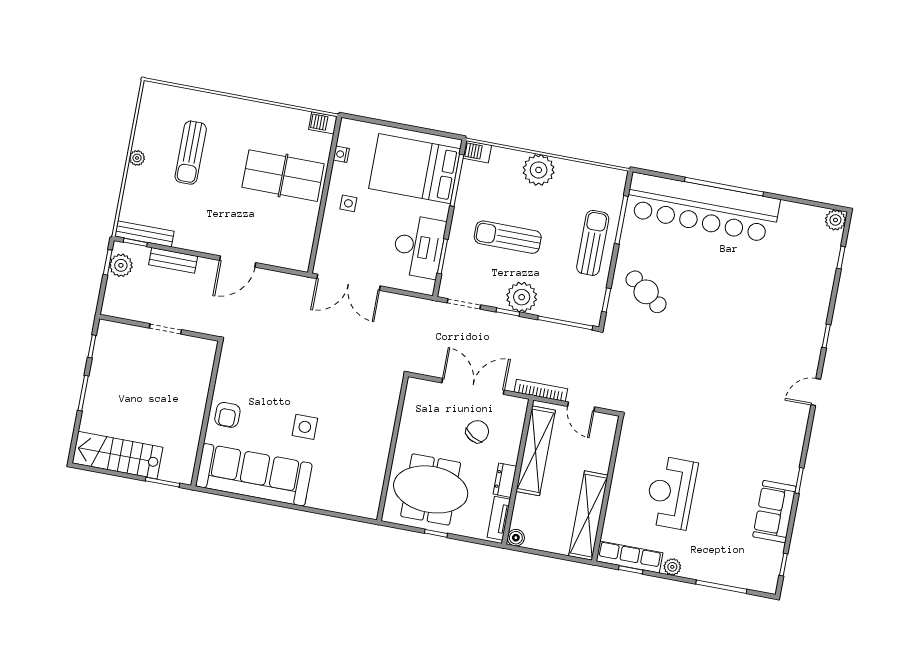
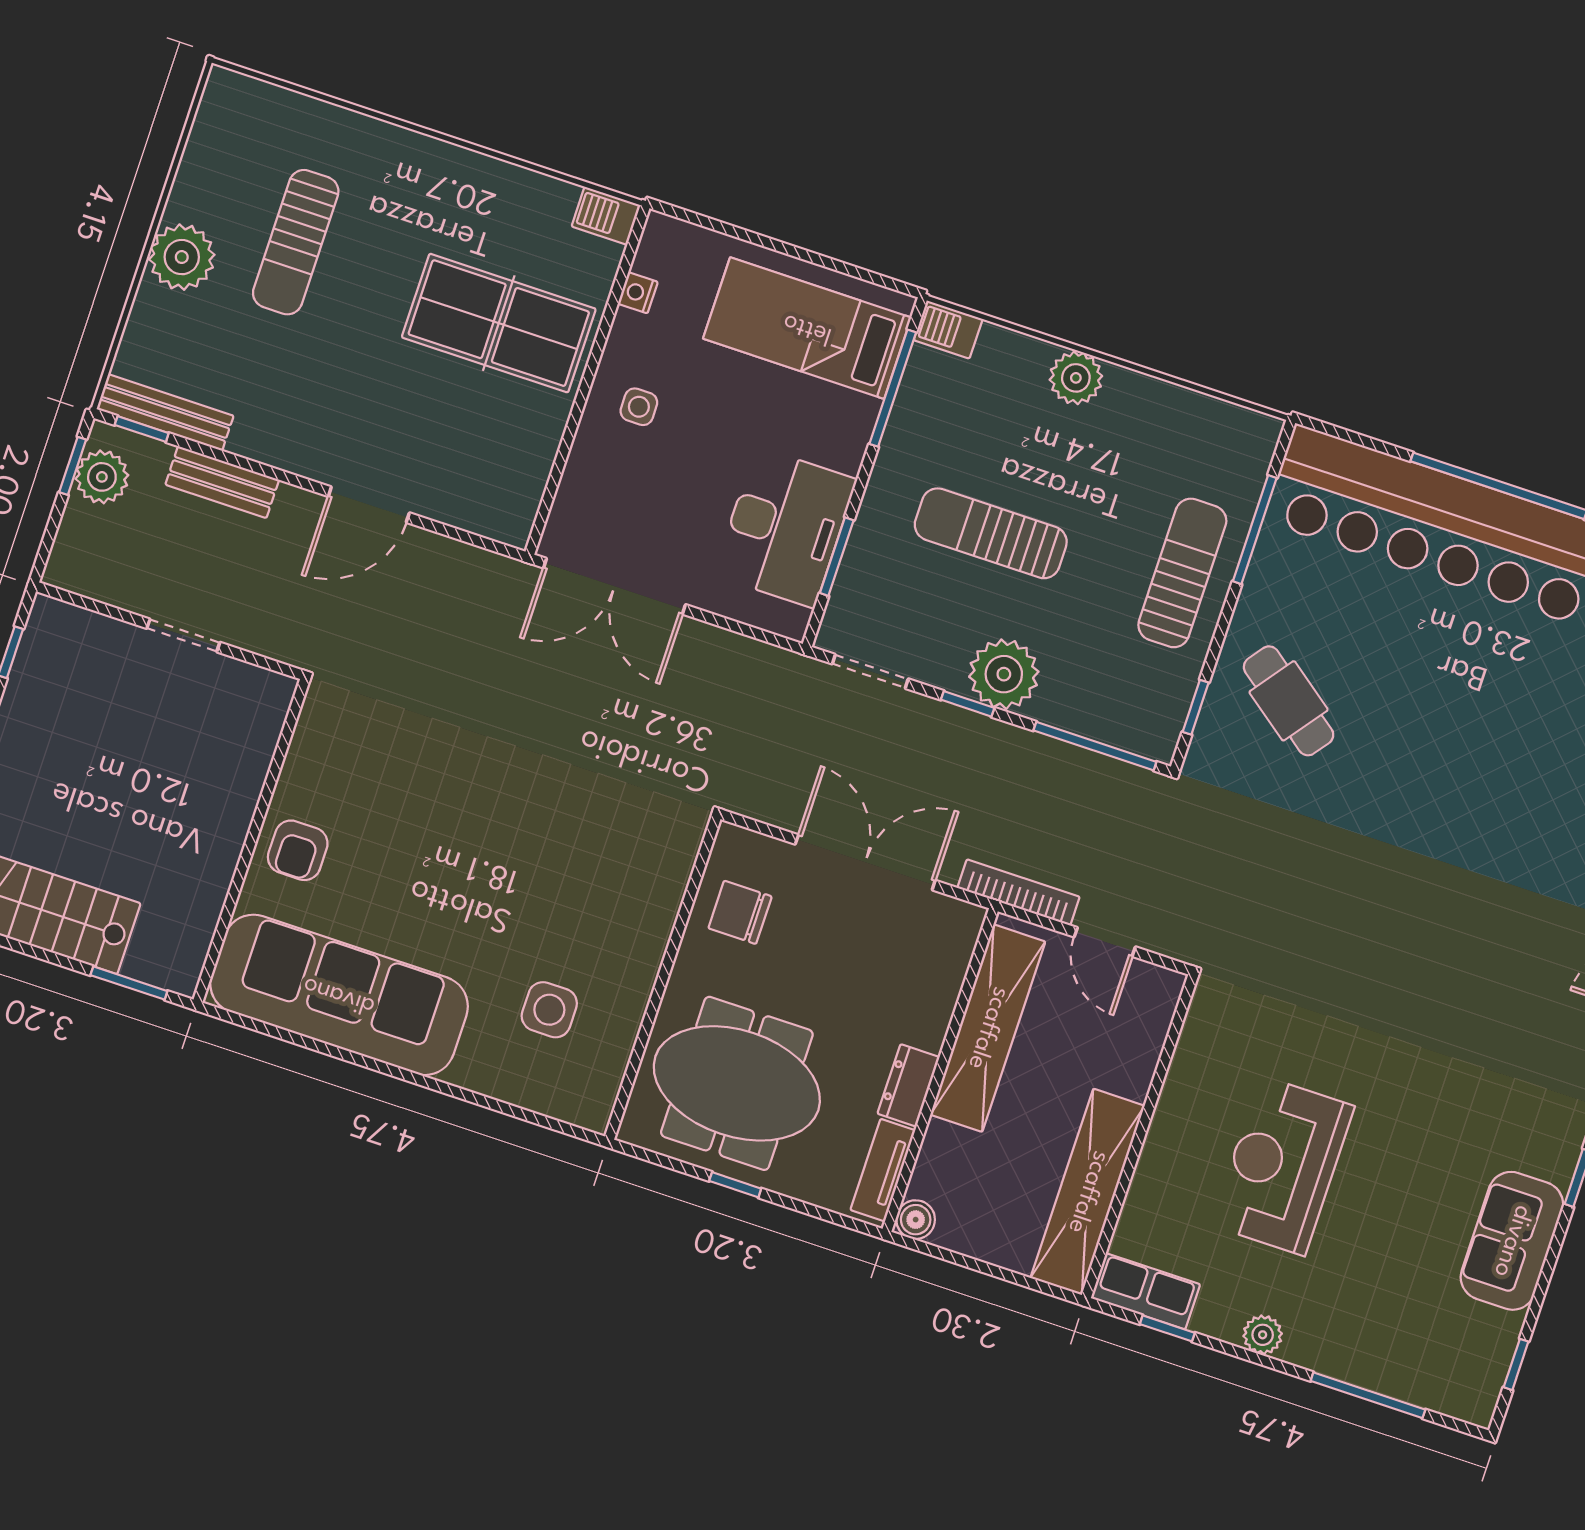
plant: (137, 158) -> (182, 257), width x1.88, depth x1.88
bed: (415, 169) -> (807, 328), width x0.67
plant: (539, 170) -> (1076, 378), width x0.73, depth x0.73
side table: (305, 427) -> (549, 1010), moved
chair: (477, 432) -> (740, 912), moved, turned -121
row of seats: (629, 557) -> (1145, 1291), width x0.68

